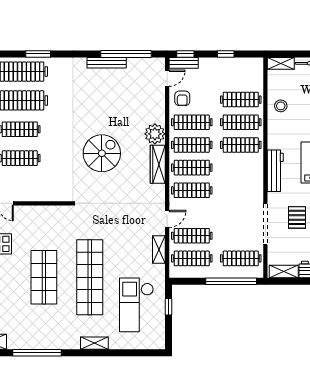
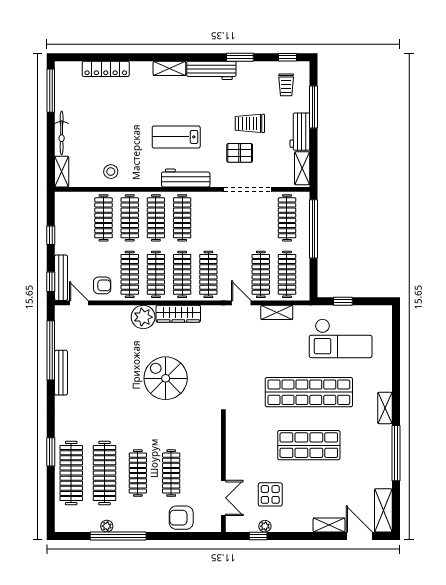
bench: (184, 63) -> (61, 278), width x1.36
clothes rail: (241, 168) -> (182, 218), added
shelving: (94, 343) -> (385, 408), moved

